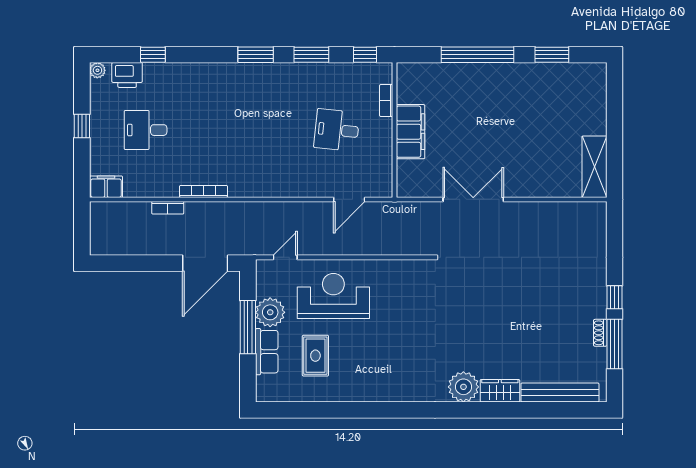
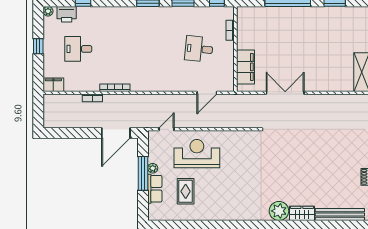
filing cabinet: (411, 132) -> (246, 67), moved
plant: (270, 312) -> (153, 168), width x0.53, depth x0.53

